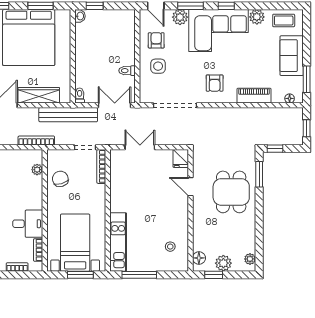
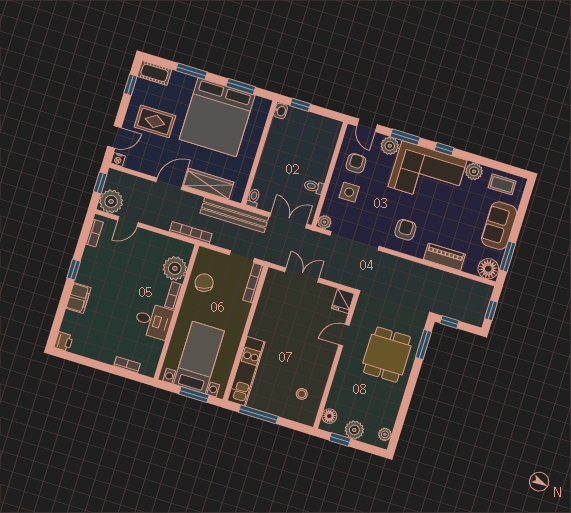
armchair: (215, 83) -> (405, 230), turned 180
plant: (145, 97) -> (325, 222), added
floor lamp: (290, 98) -> (488, 269), width x1.89, depth x1.89
plant: (37, 170) -> (175, 268), width x1.88, depth x1.88
door: (190, 187) -> (344, 335), hinge flipped
bookcase: (38, 250) -> (174, 295), moved

